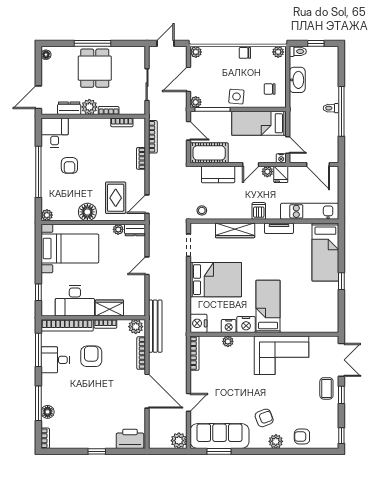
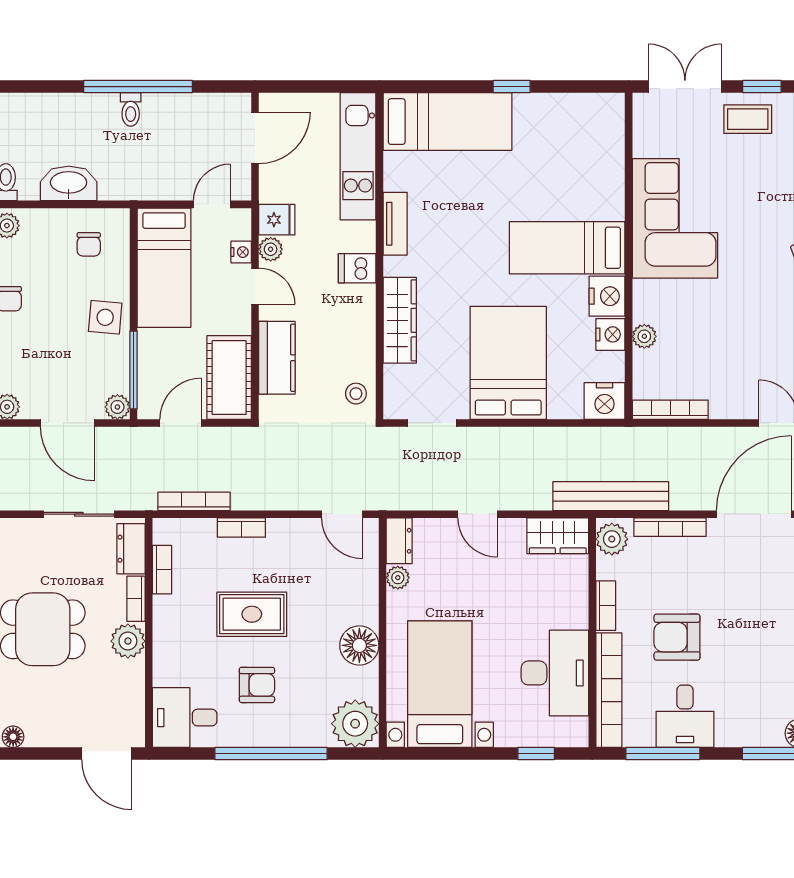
dresser: (69, 108) -> (131, 549), moved
nightstand: (281, 158) -> (241, 252), moved
rug: (116, 198) -> (252, 614), moved
plant: (47, 215) -> (355, 724), width x1.88, depth x1.88
wardrobe: (109, 308) -> (558, 536), moved, turned -90

